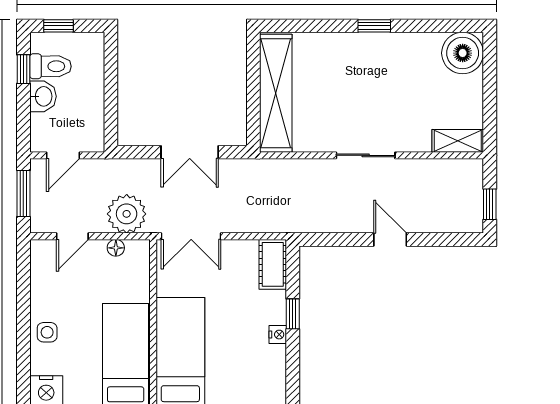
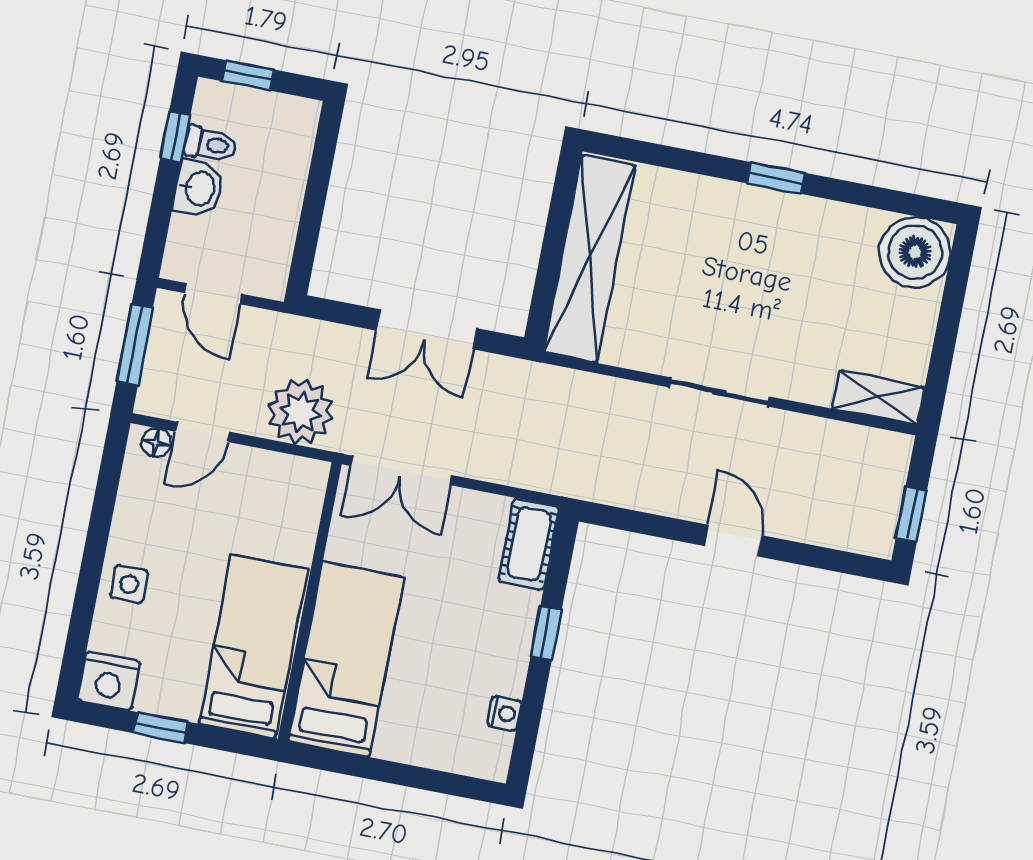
toilet: (51, 66) -> (211, 144), width x0.73, depth x0.72
door: (63, 155) -> (213, 294), hinge flipped
floor lamp: (116, 248) -> (156, 443), moved
nightstand: (278, 335) -> (505, 713), moved

